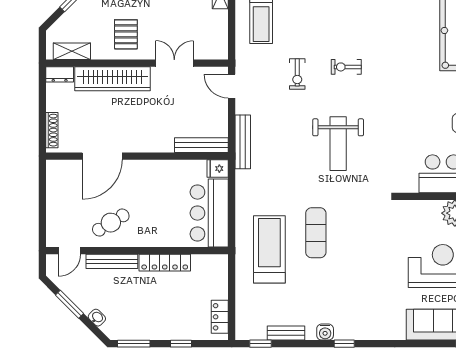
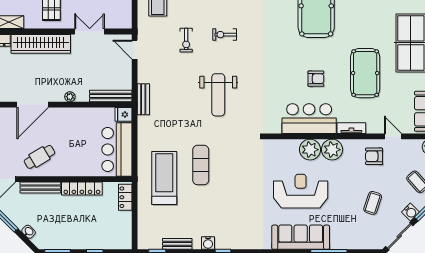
bench: (243, 142) -> (143, 99), width x0.73
plant: (149, 146) -> (70, 97), added
locker: (220, 317) -> (125, 197), moved

